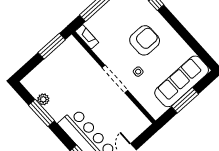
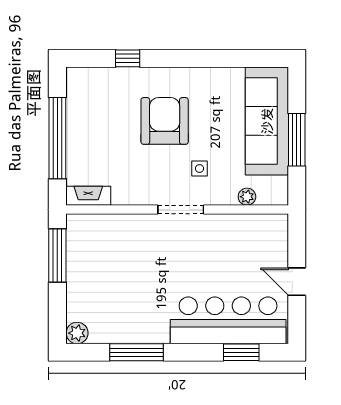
doorway: (115, 79) -> (181, 210), width x0.73
plant: (43, 99) -> (77, 333), moved
plant: (144, 101) -> (247, 197), added

